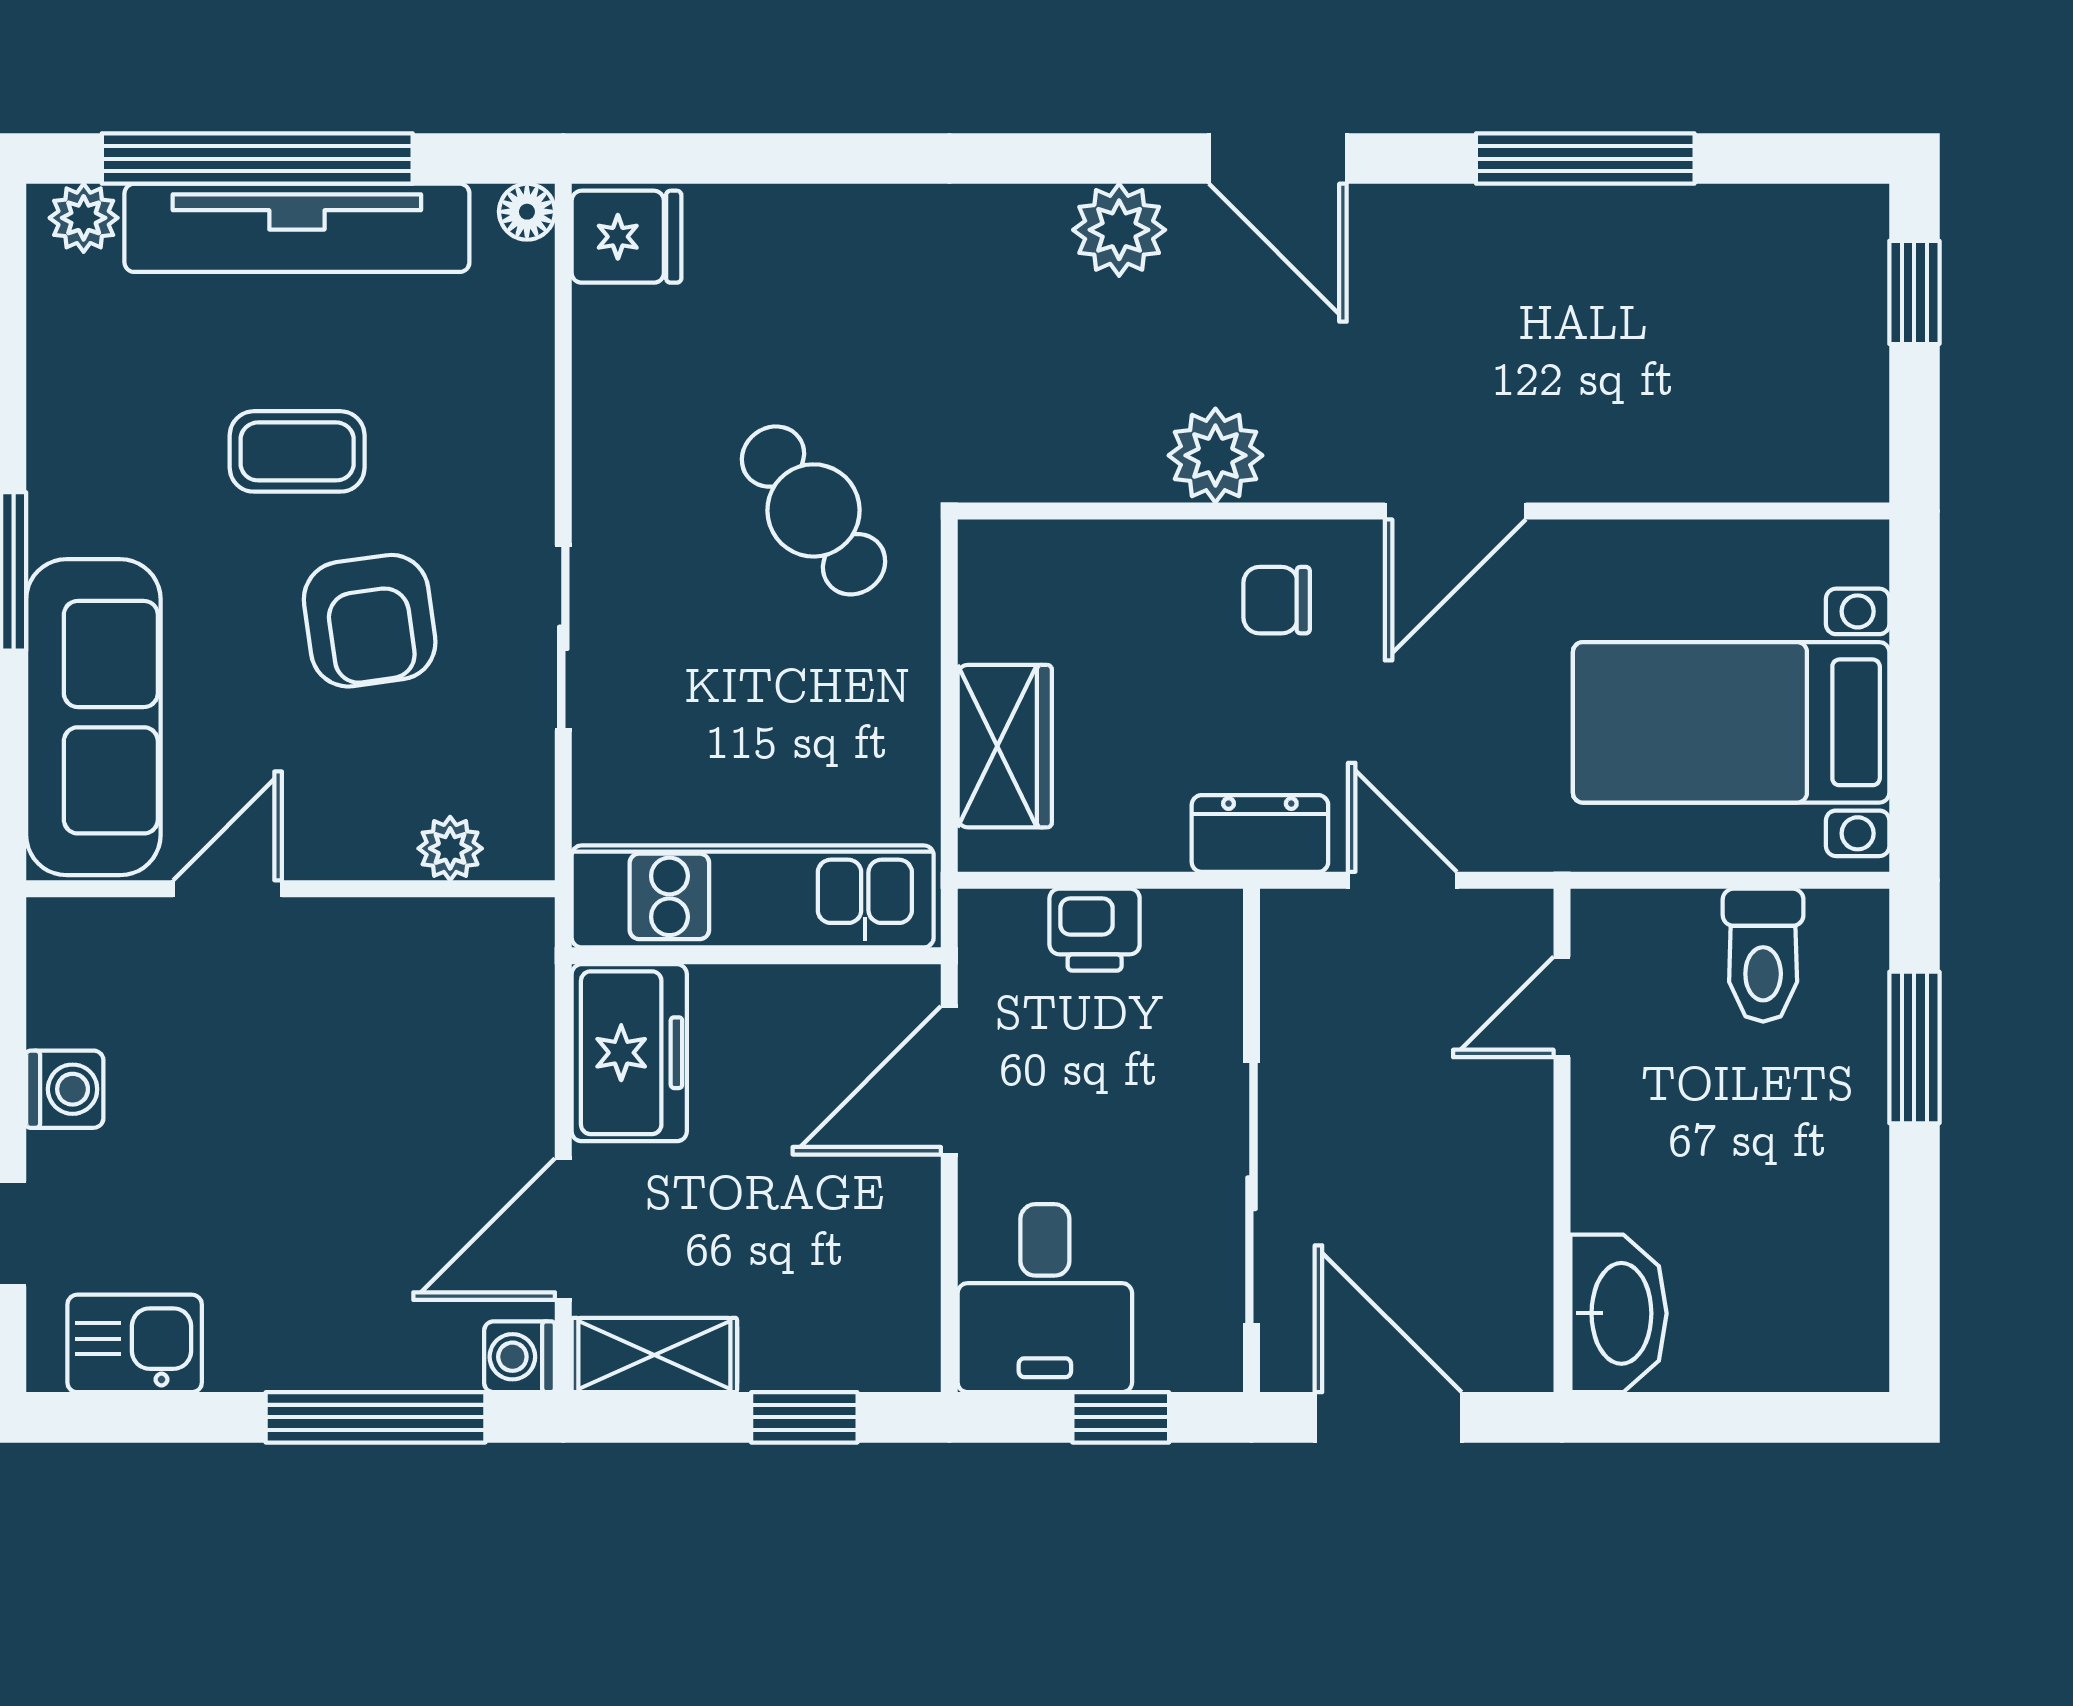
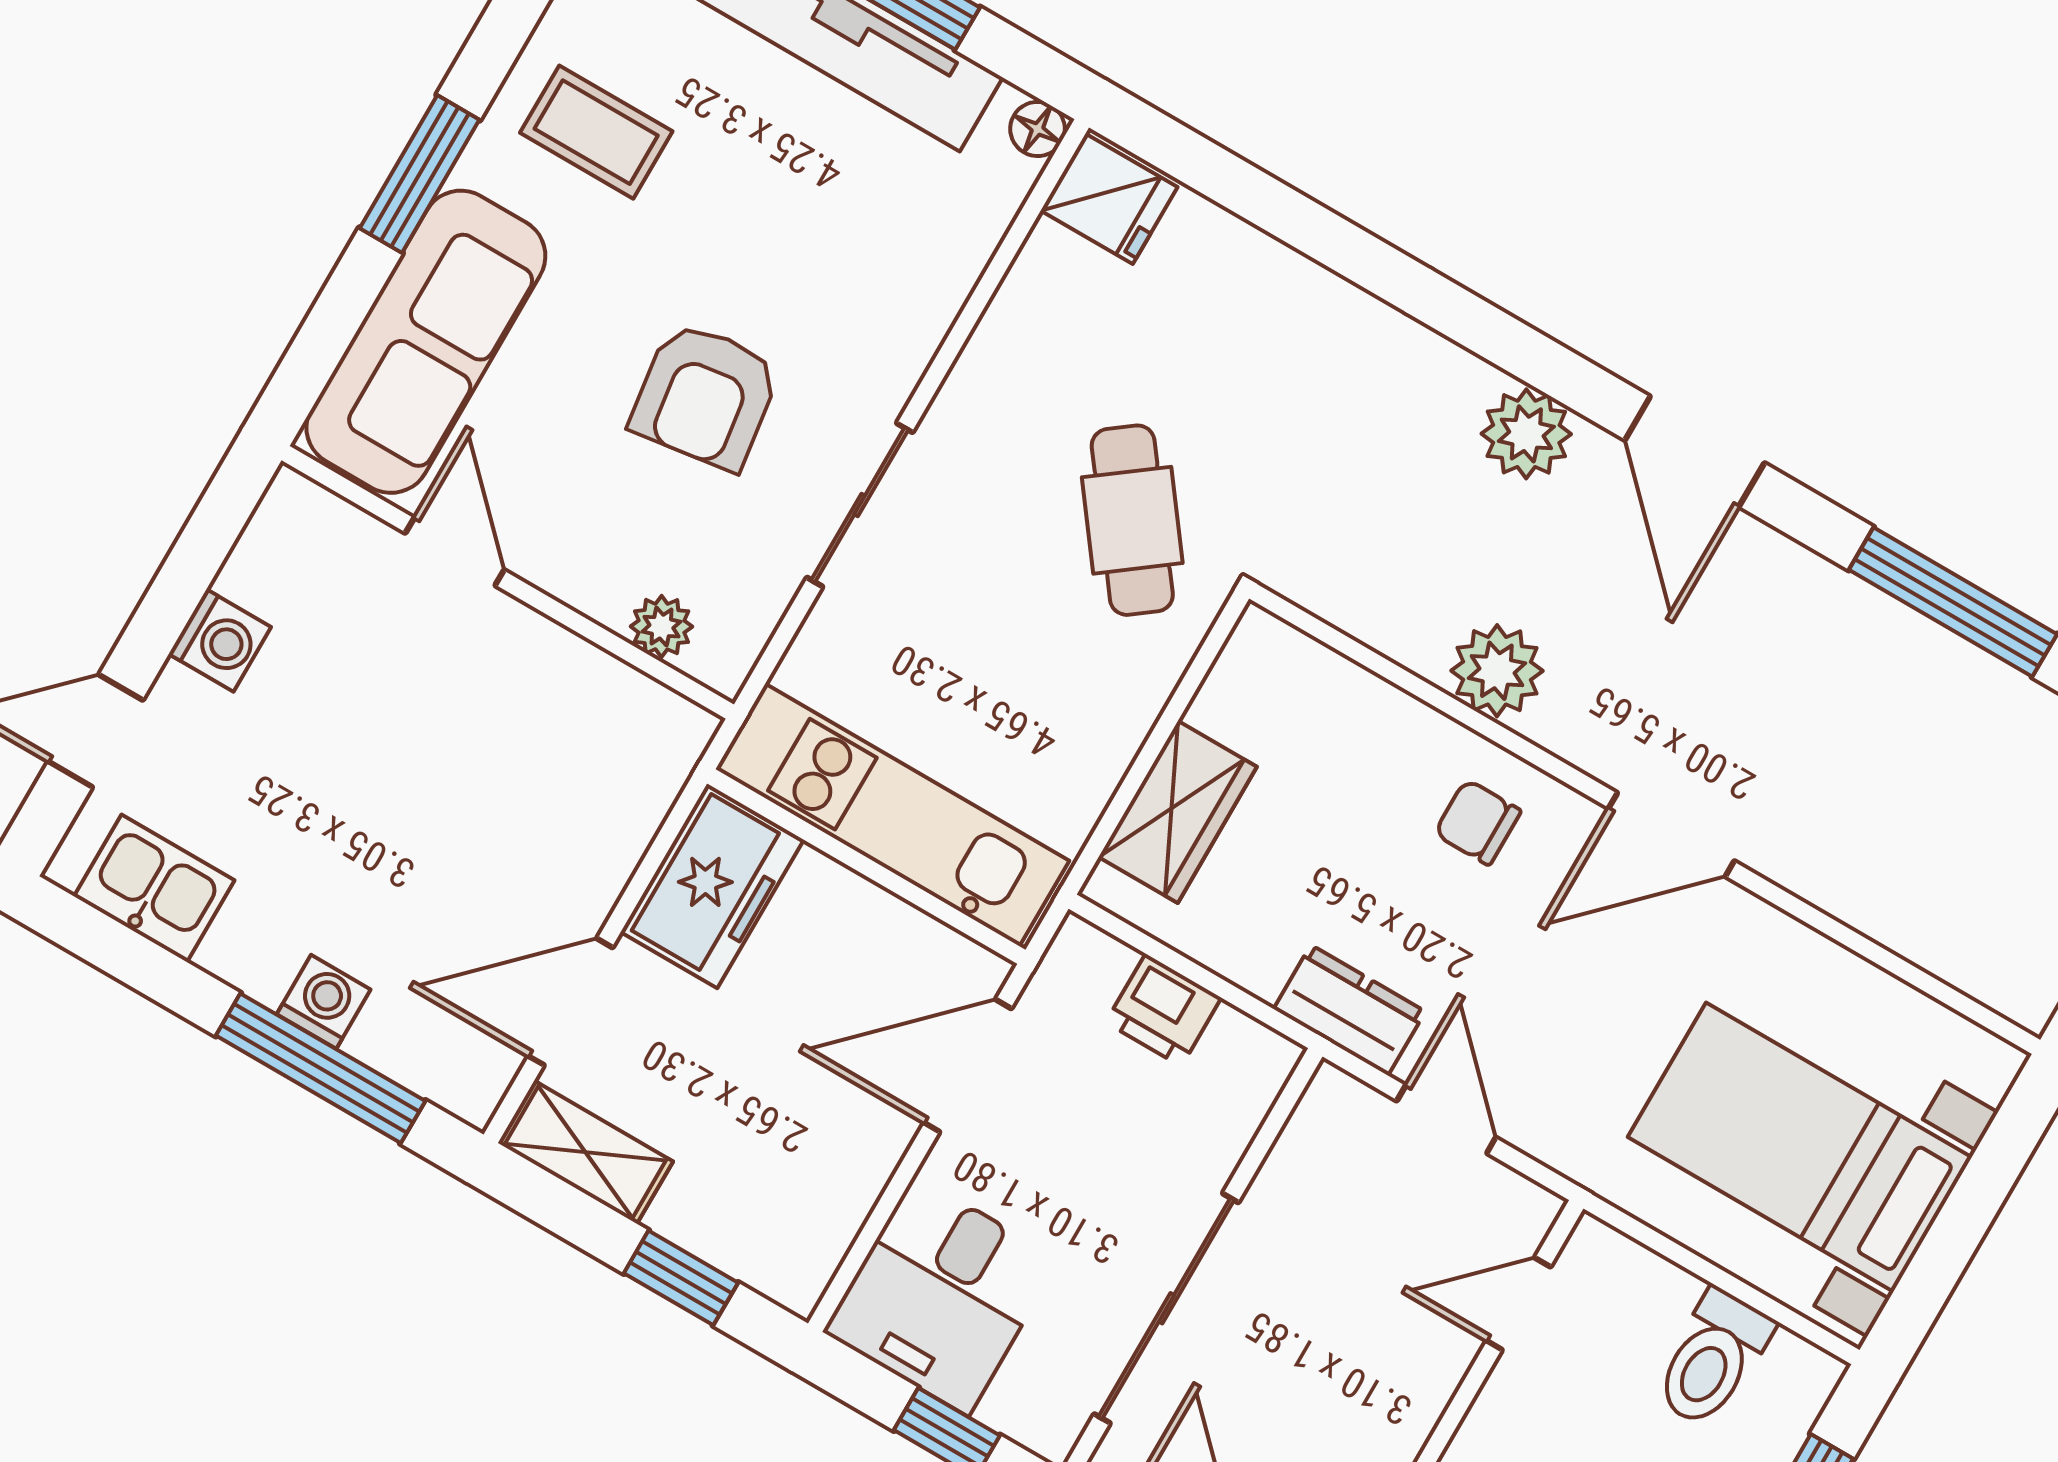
coffee table: (297, 451) -> (596, 132), moved
door: (227, 889) -> (455, 551), hinge flipped
washing machine: (519, 1357) -> (324, 1002), moved, turned 90

